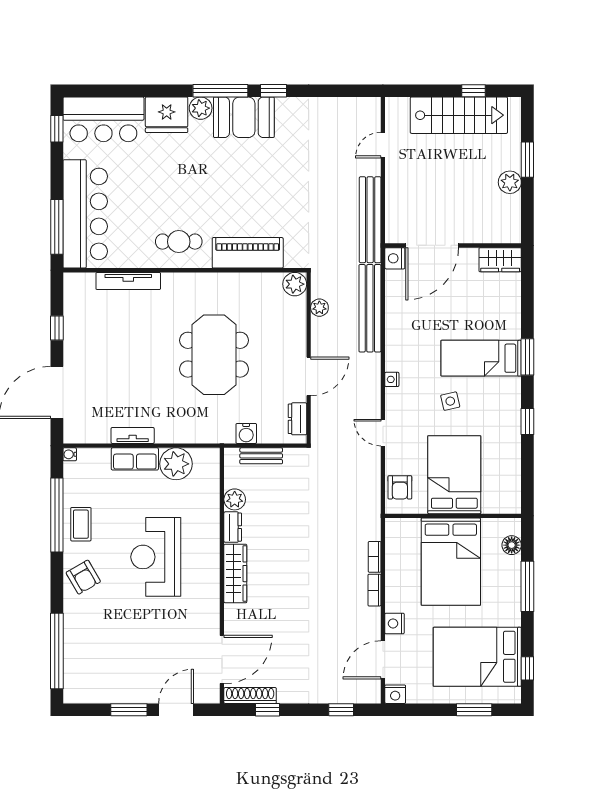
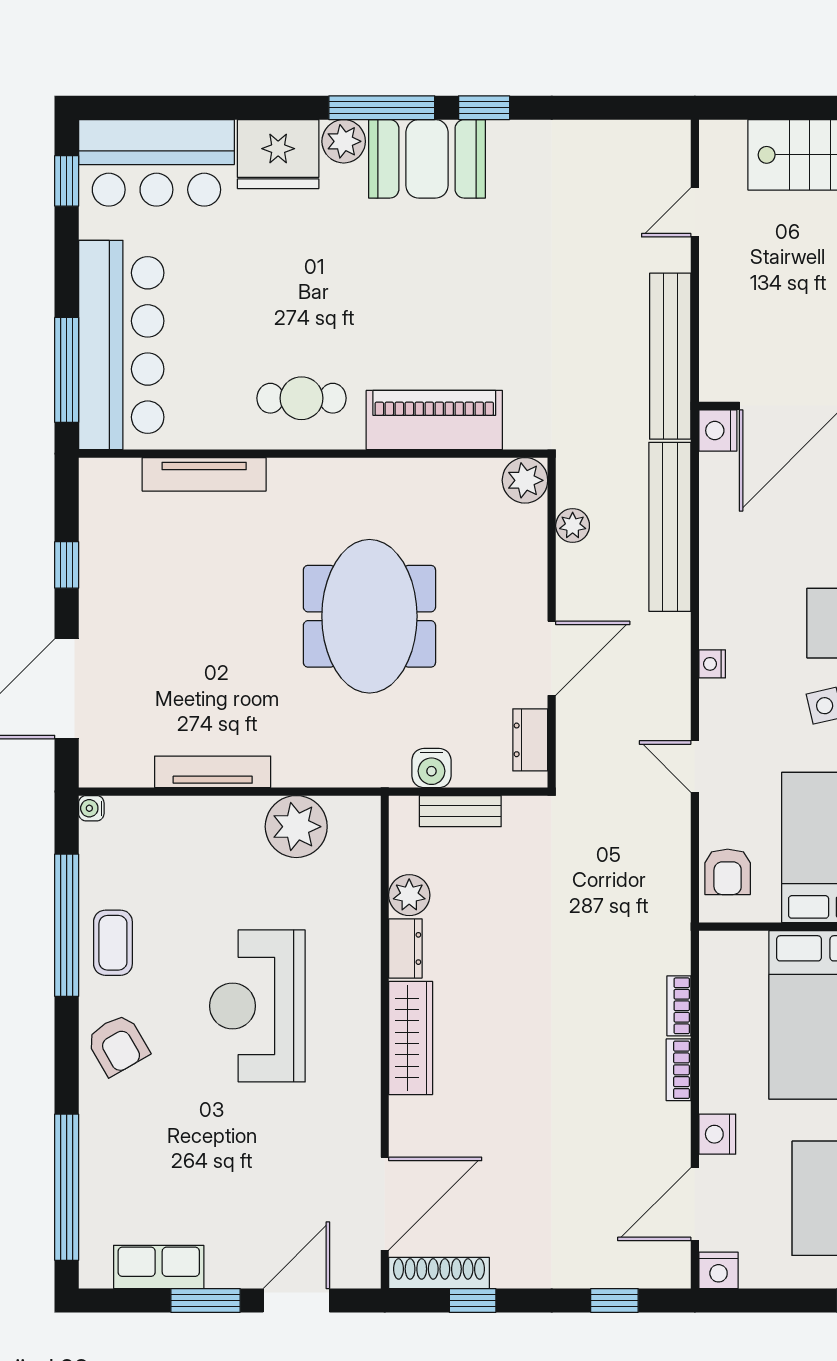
tv unit: (133, 435) -> (213, 772), width x1.41
row of seats: (135, 459) -> (159, 1267), moved, turned 180

